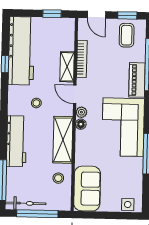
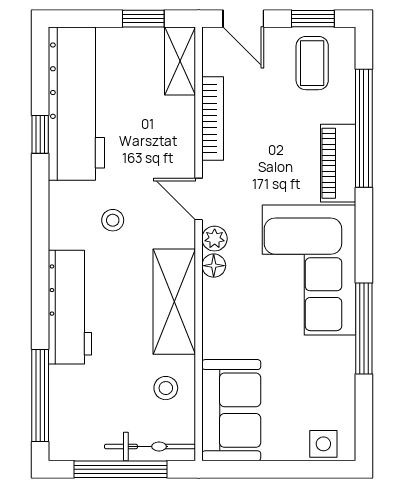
shelving: (67, 67) -> (180, 61), moved
bicycle: (26, 203) -> (150, 446), moved

